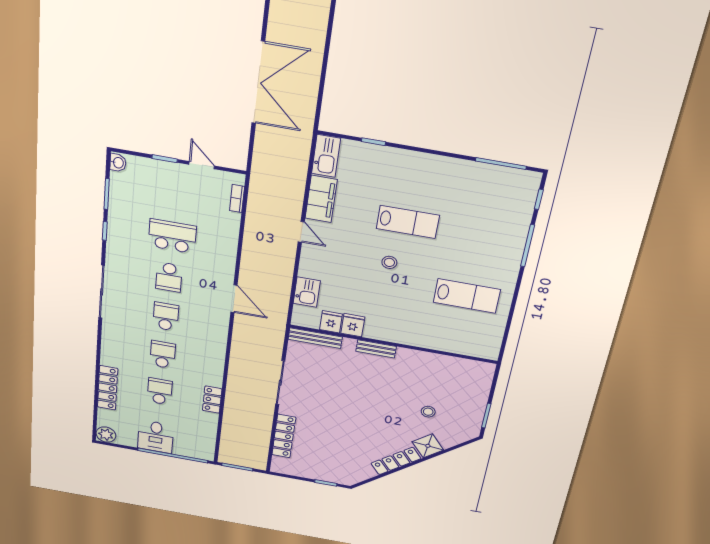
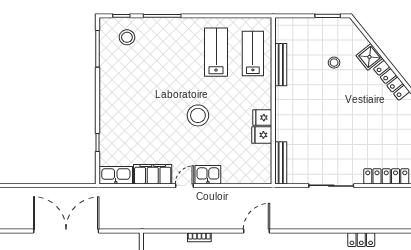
bookcase: (237, 199) -> (199, 237), moved
stool: (508, 201) -> (127, 37), added
lab bench: (408, 222) -> (253, 53), moved
stool: (389, 262) -> (198, 115), width x1.89, depth x1.89
kitchen sink: (307, 292) -> (208, 175), moved
fridge: (331, 322) -> (262, 118), moved
bench: (376, 349) -> (281, 65), moved, width x1.36

